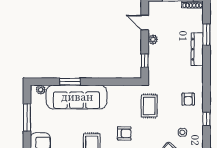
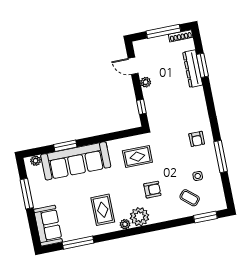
dresser: (197, 49) -> (193, 69), moved
rug: (149, 106) -> (137, 157), moved, turned 90
window: (206, 119) -> (221, 156), width x2.17
armchair: (124, 133) -> (152, 190), moved

